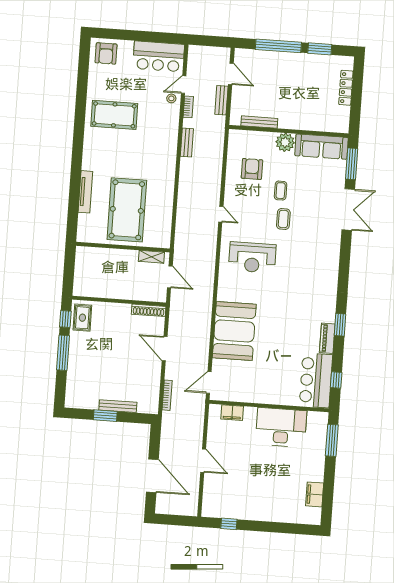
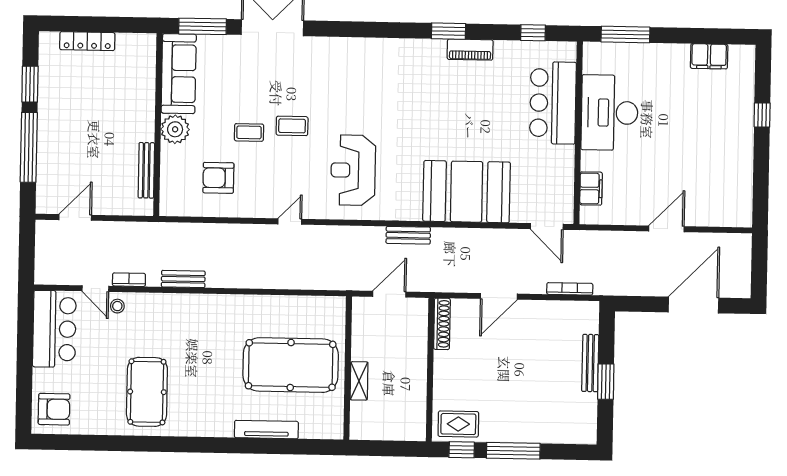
bench: (221, 100) -> (408, 235), moved
shelving: (151, 257) -> (359, 381), moved
reception desk: (252, 257) -> (353, 170), turned 180
bar counter: (316, 380) -> (553, 103), moved, turned 90
window: (229, 524) -> (762, 115), moved

